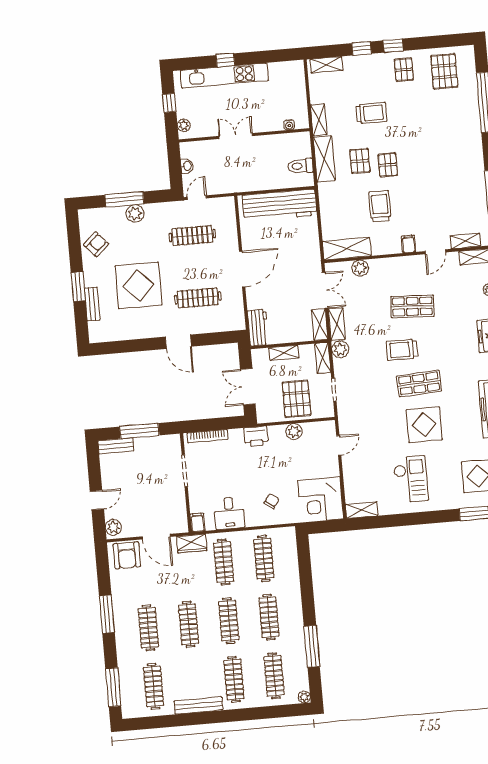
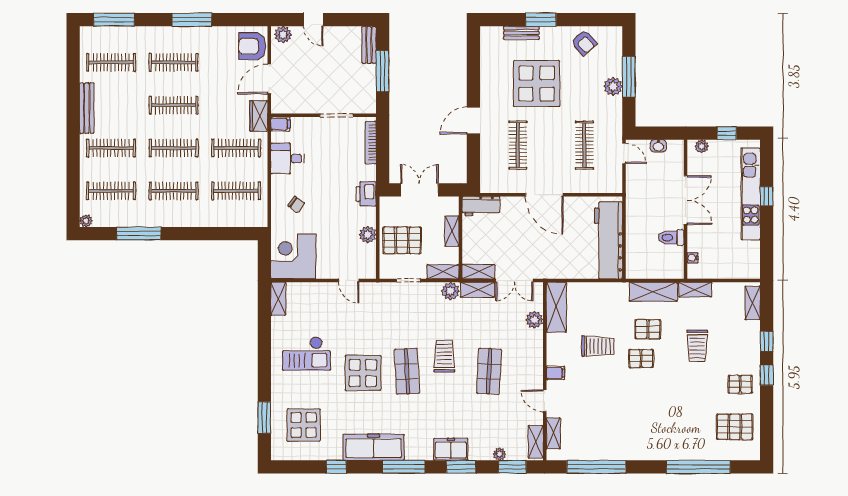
double door: (236, 136) -> (686, 200), width x1.37
toilet: (300, 166) -> (671, 238), moved, turned -90

